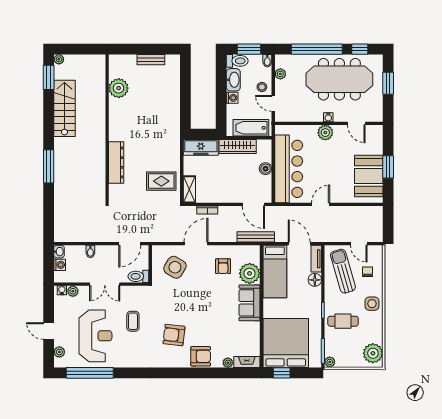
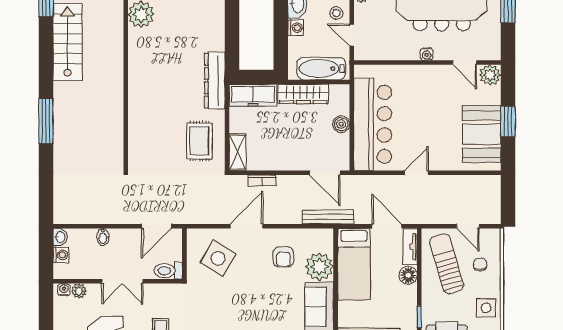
plant: (325, 133) -> (490, 75), moved
dresser: (116, 162) -> (215, 81), moved, turned 180
rug: (161, 181) -> (199, 141), turned 90

